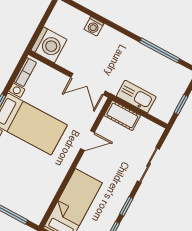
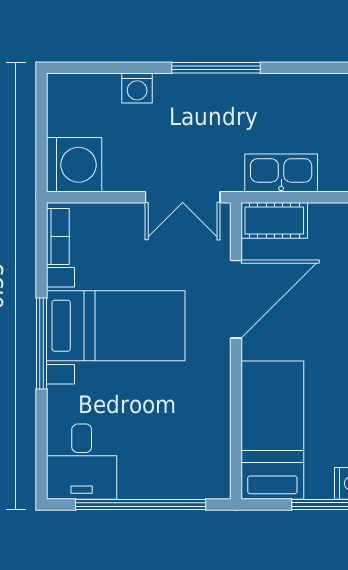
window: (160, 50) -> (216, 68), moved
door: (88, 141) -> (236, 299), width x1.87

